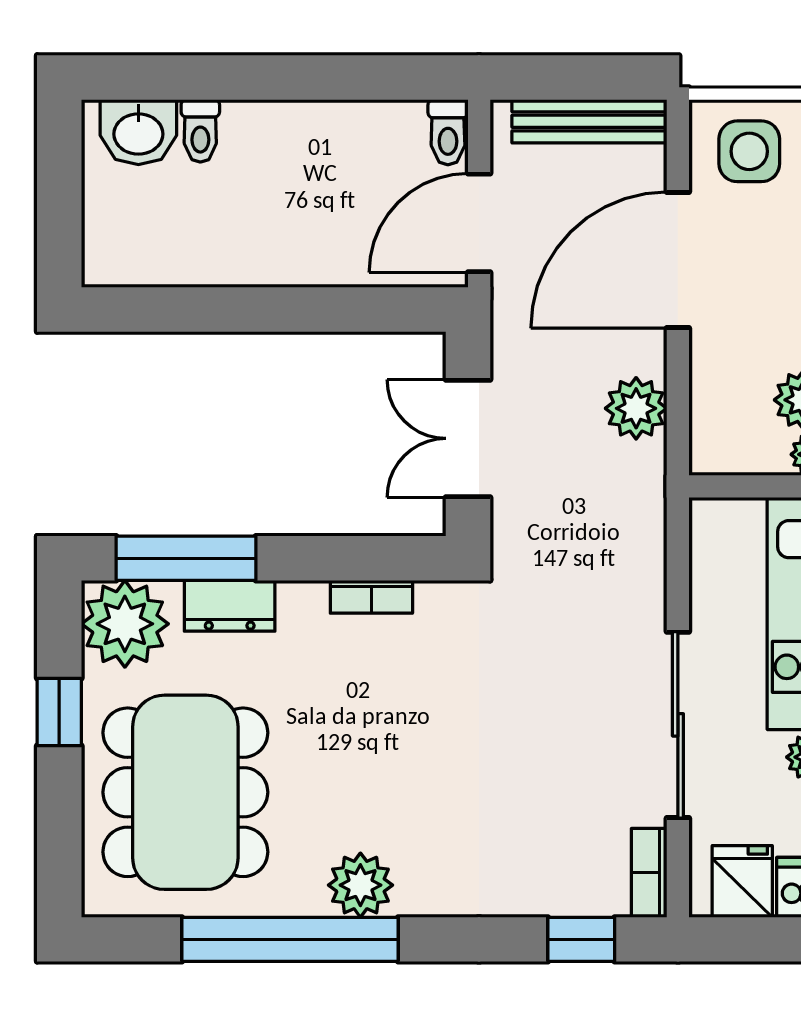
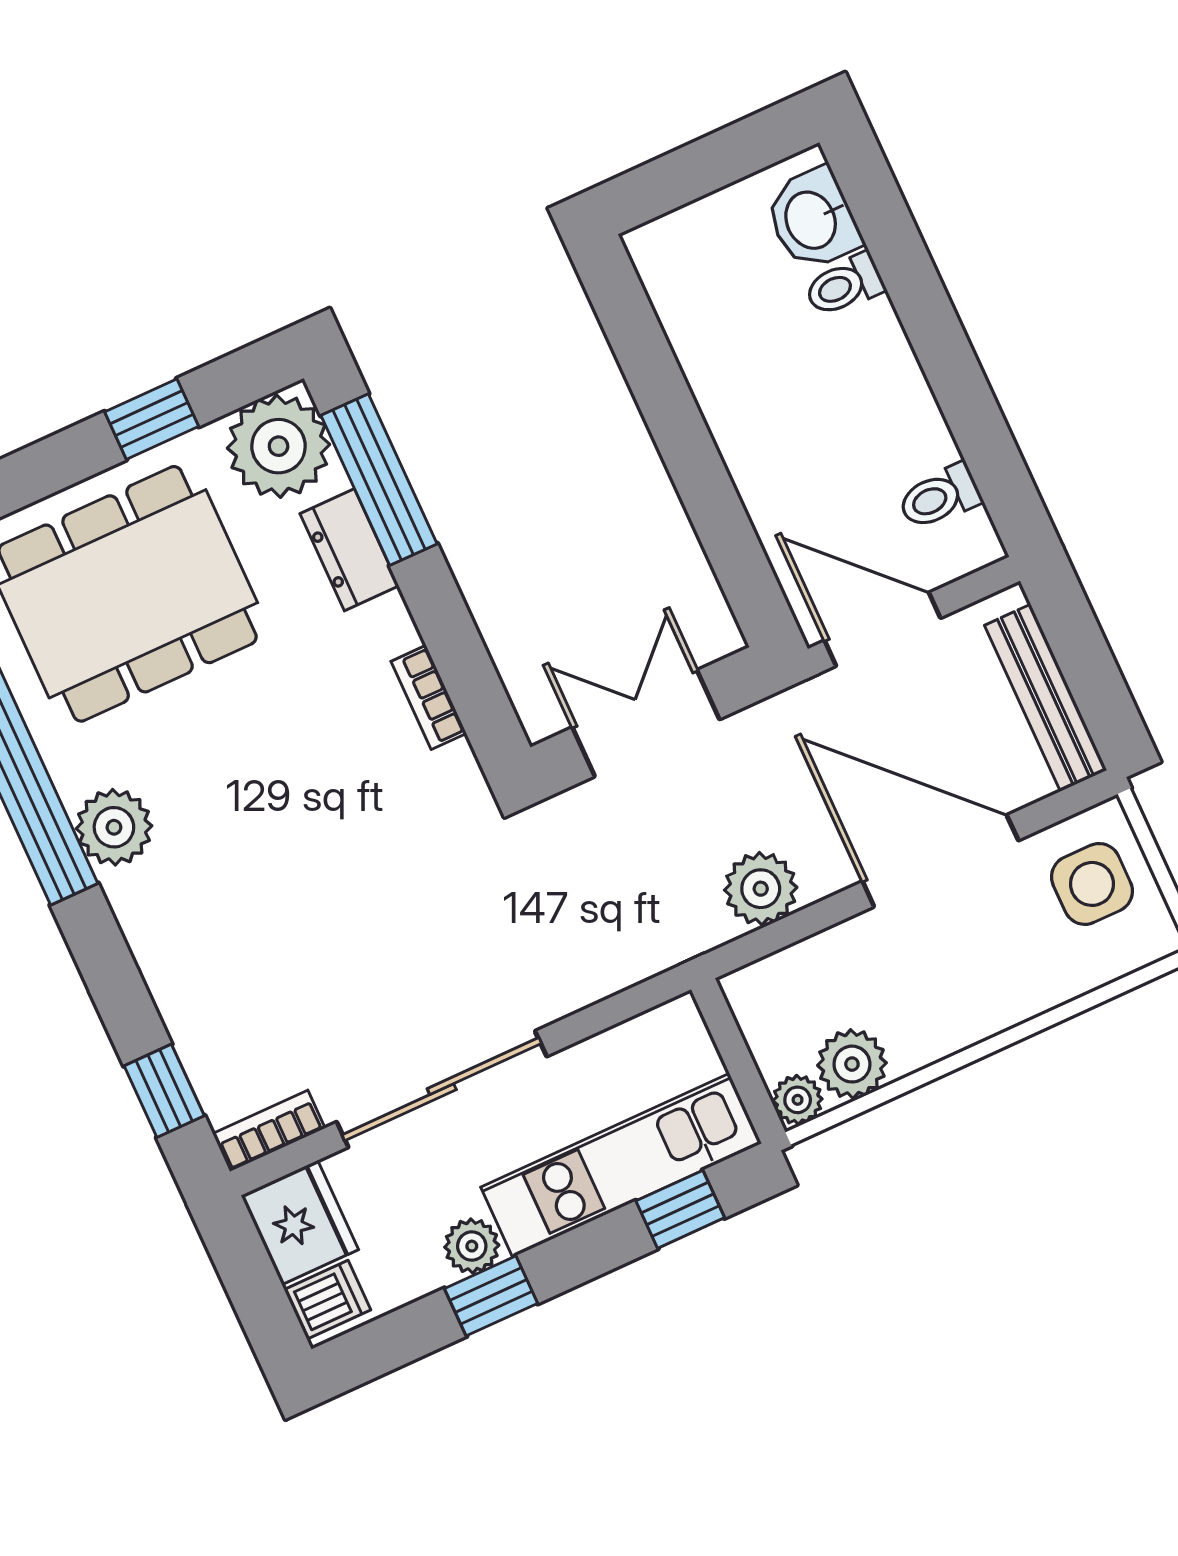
toilet: (448, 132) -> (940, 497), moved
fridge: (742, 881) -> (300, 1223), width x1.38

